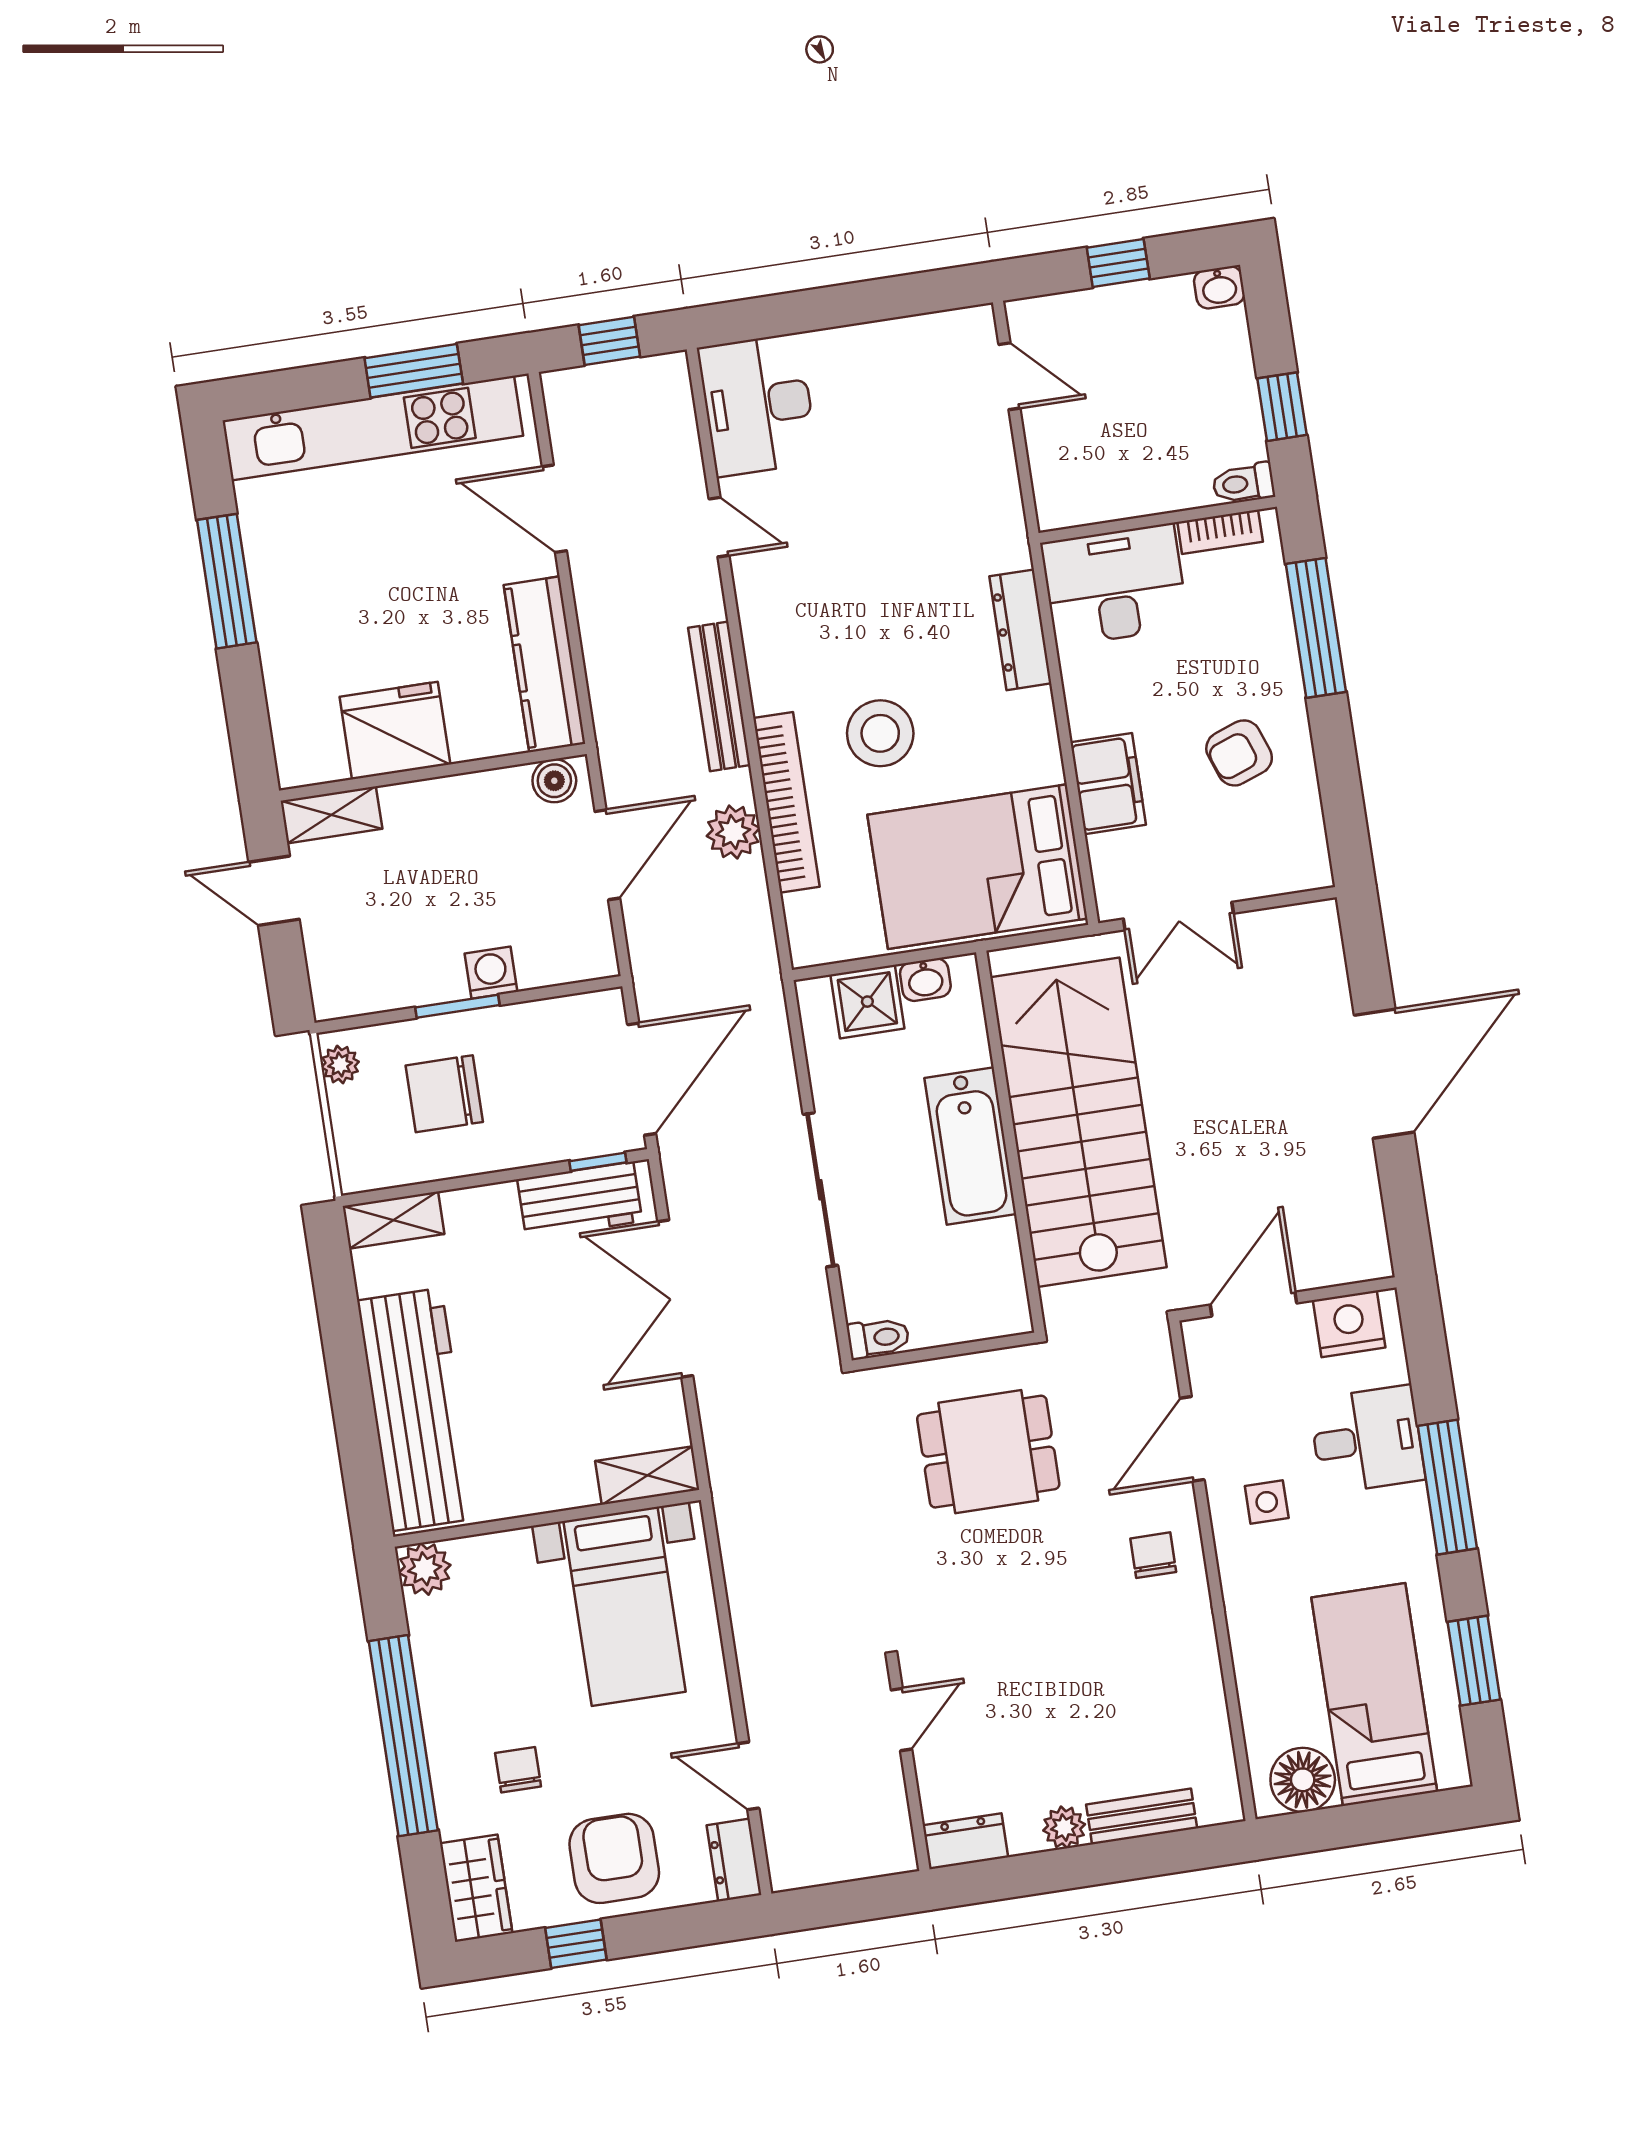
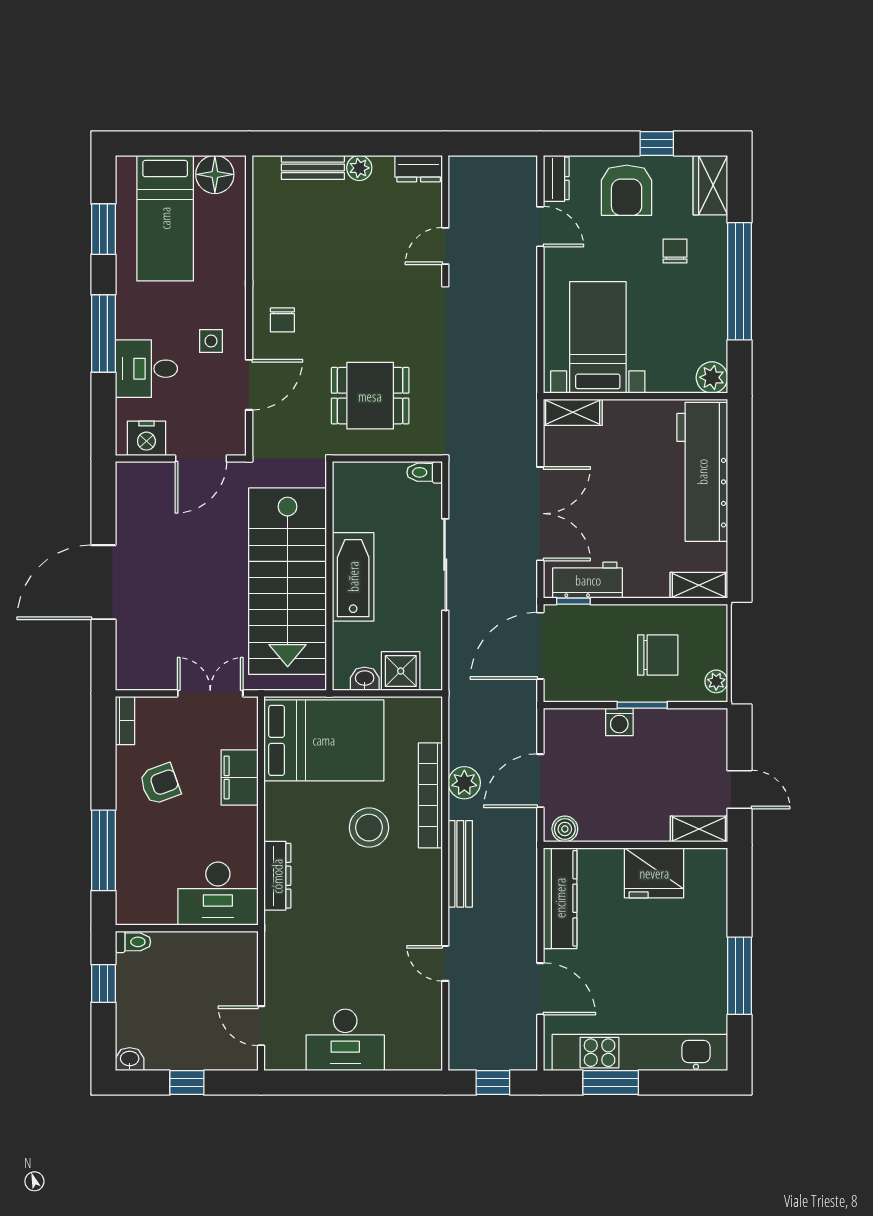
desk: (758, 405) -> (345, 1040), moved, turned 90
bookcase: (1220, 532) -> (125, 720), moved, turned 90
chair: (518, 1770) -> (675, 251), turned 180

